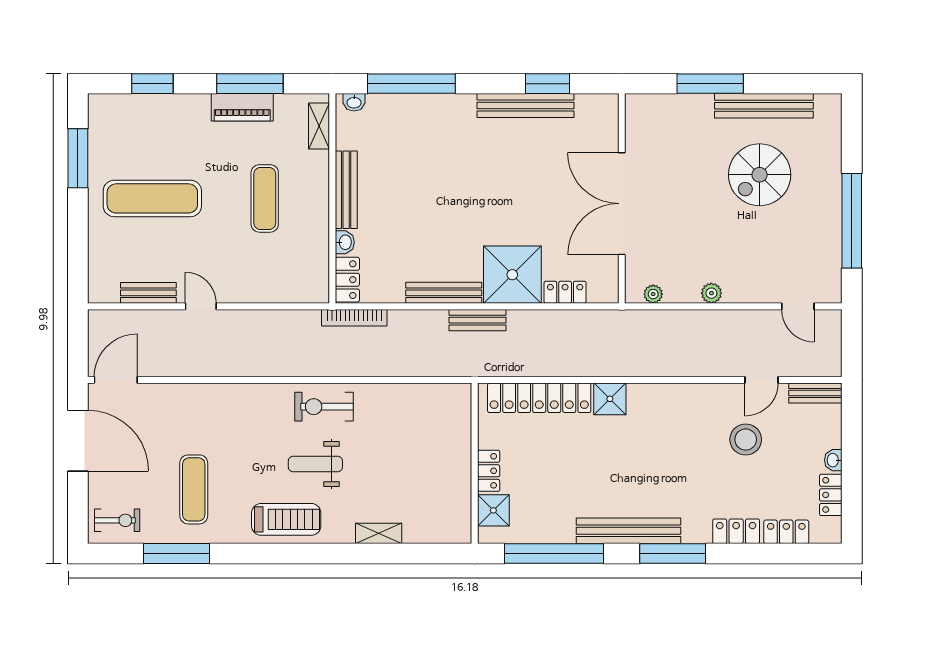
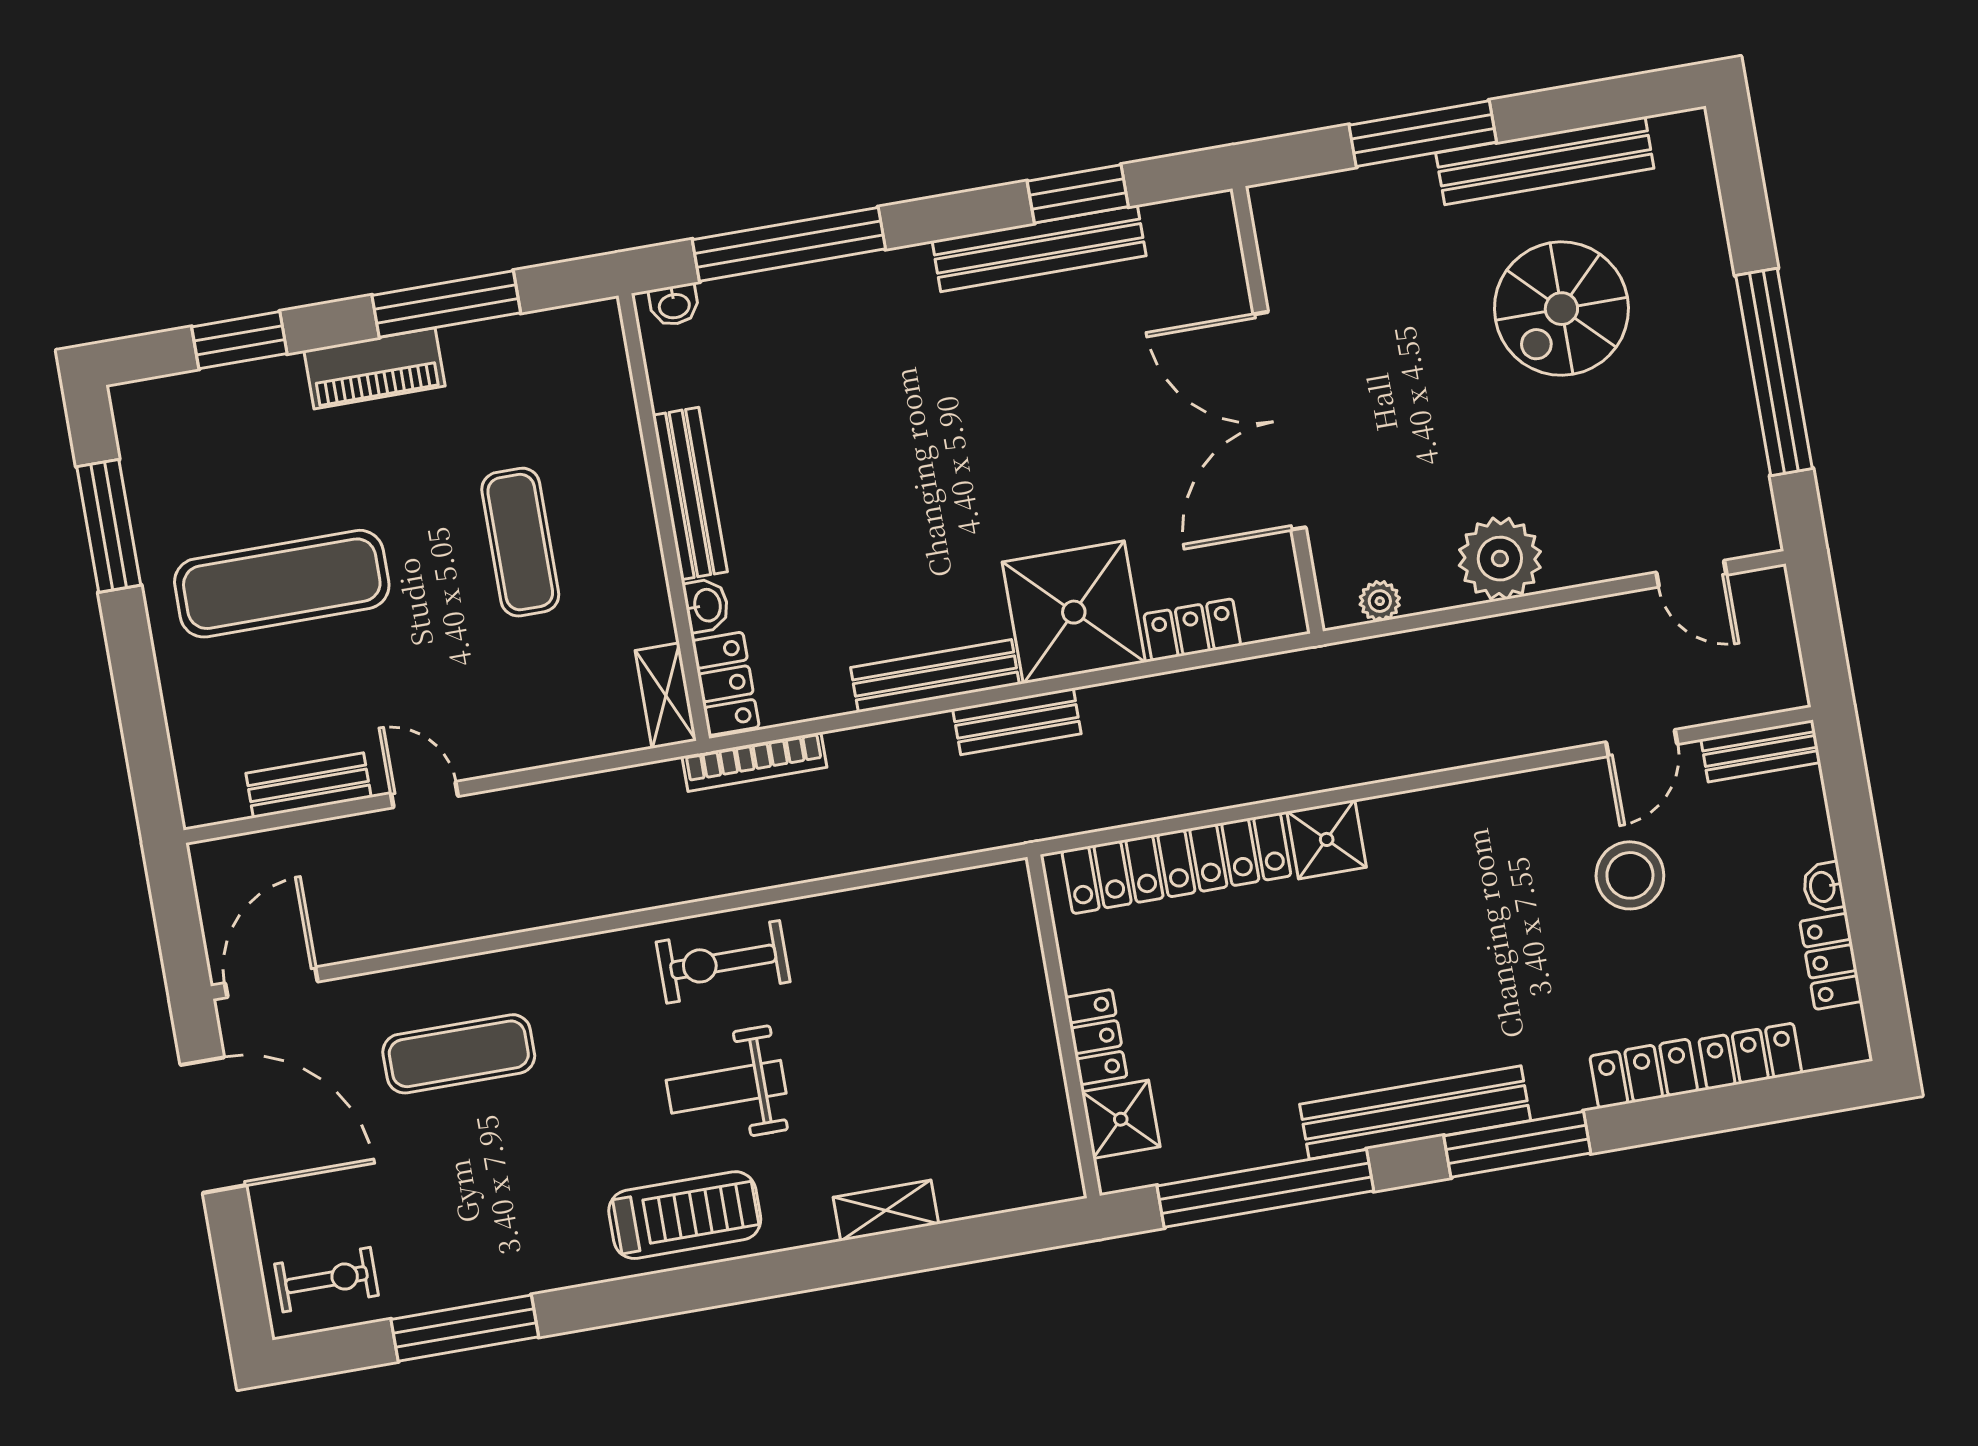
piano: (242, 107) -> (375, 368), moved
shelving: (319, 126) -> (666, 696), moved
plant: (711, 293) -> (1500, 559), width x1.88, depth x1.88
exercise mat: (194, 489) -> (459, 1054), moved, turned 90

